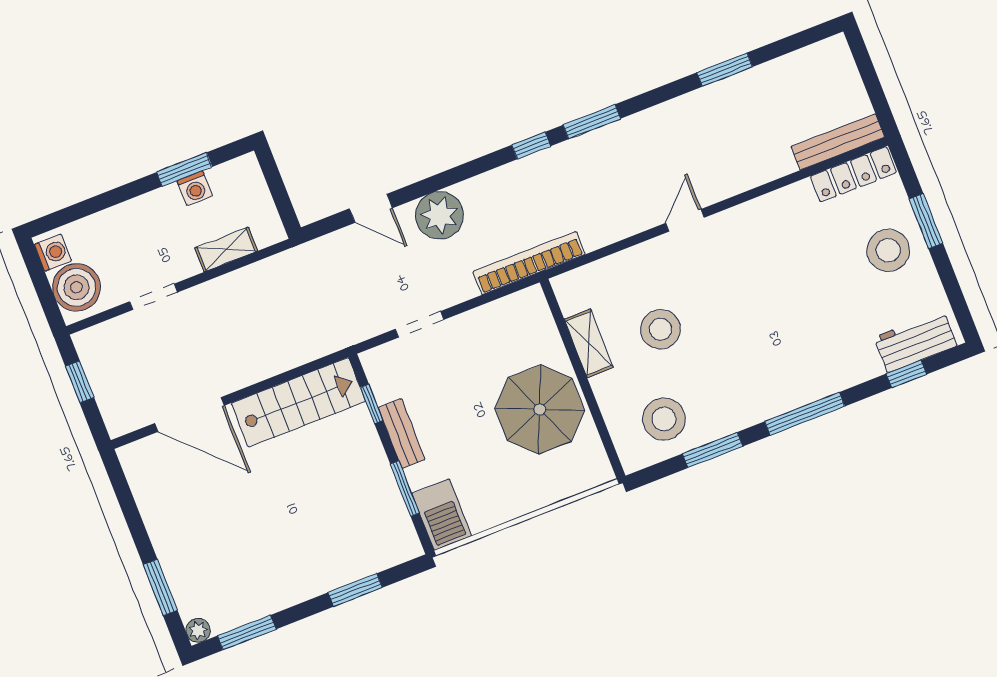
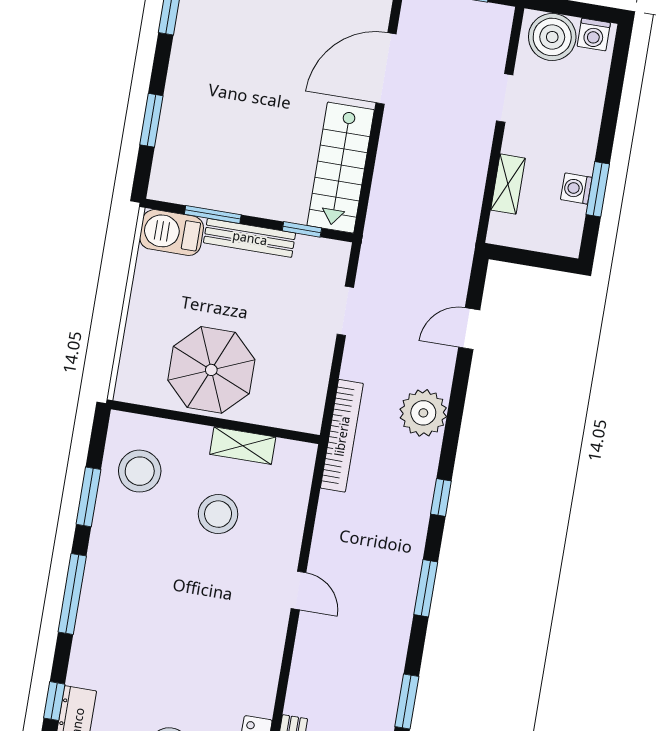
window: (592, 122) -> (426, 588), moved
plant: (439, 215) -> (423, 413), moved
bench: (402, 433) -> (250, 238), width x1.36

